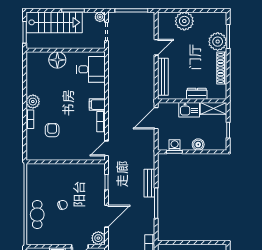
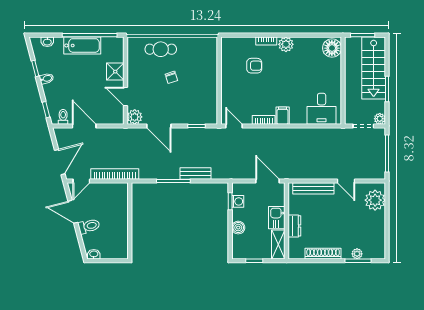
plant: (184, 21) -> (375, 200), moved
plant: (218, 42) -> (357, 254), width x0.53, depth x0.53
floor lamp: (57, 60) -> (332, 48), moved

